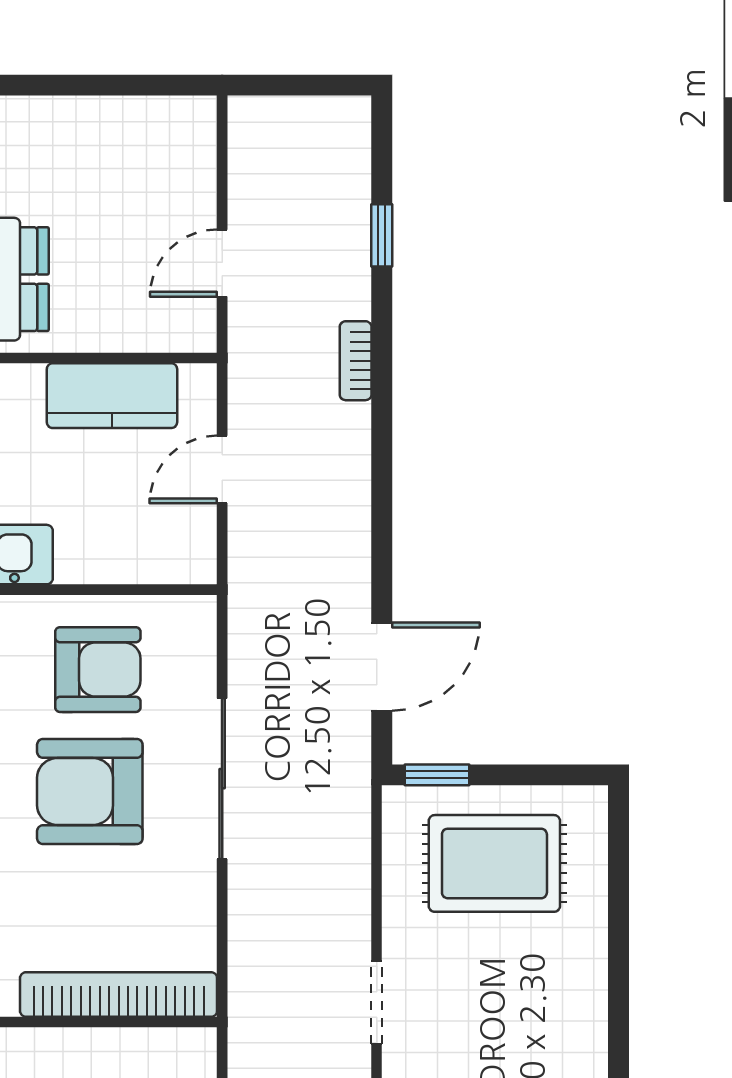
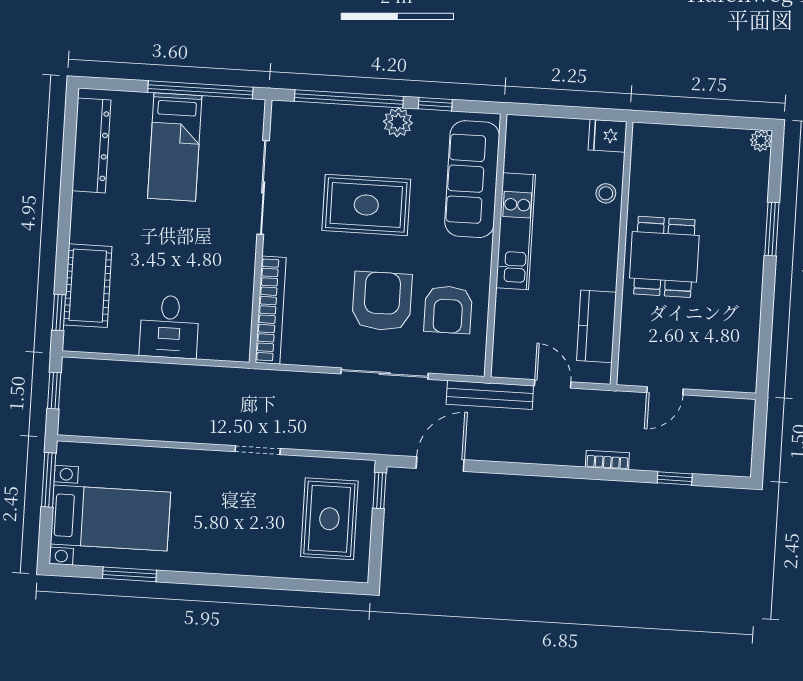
door: (222, 263) -> (665, 391), swing flipped
bench: (249, 584) -> (490, 395), added
door: (382, 667) -> (440, 464), swing flipped

